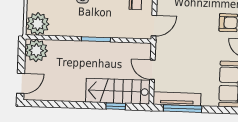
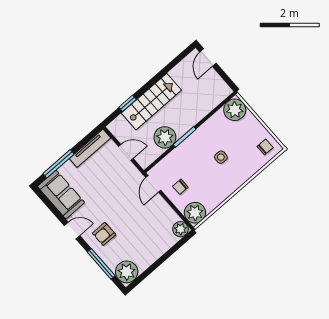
plant: (36, 50) -> (165, 137), moved
stairs: (118, 91) -> (151, 102), moved
window: (183, 109) -> (58, 164), moved

